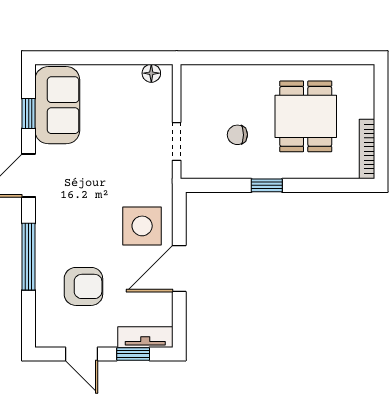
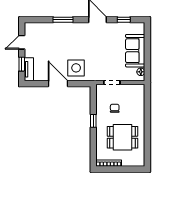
sofa: (57, 105) -> (135, 51), moved, turned 90
window: (29, 257) -> (63, 20), width x0.69
armchair: (83, 286) -> (50, 43), removed

